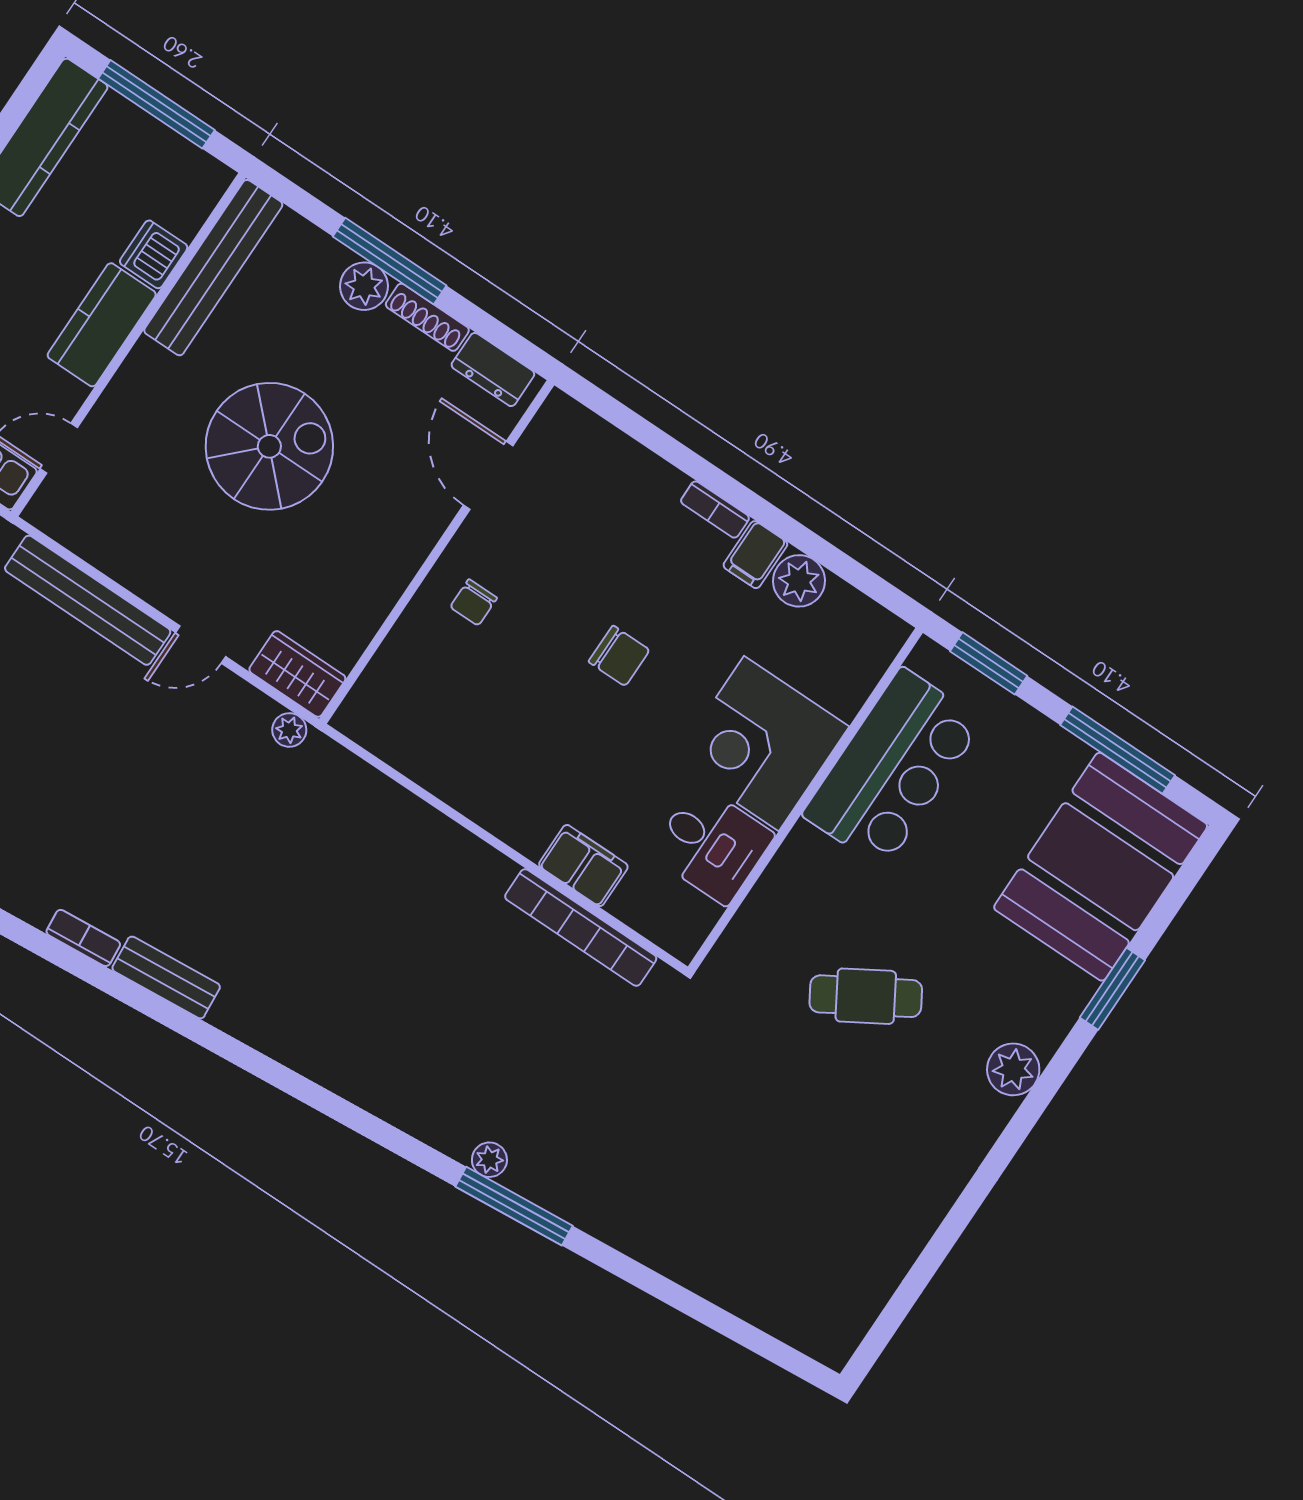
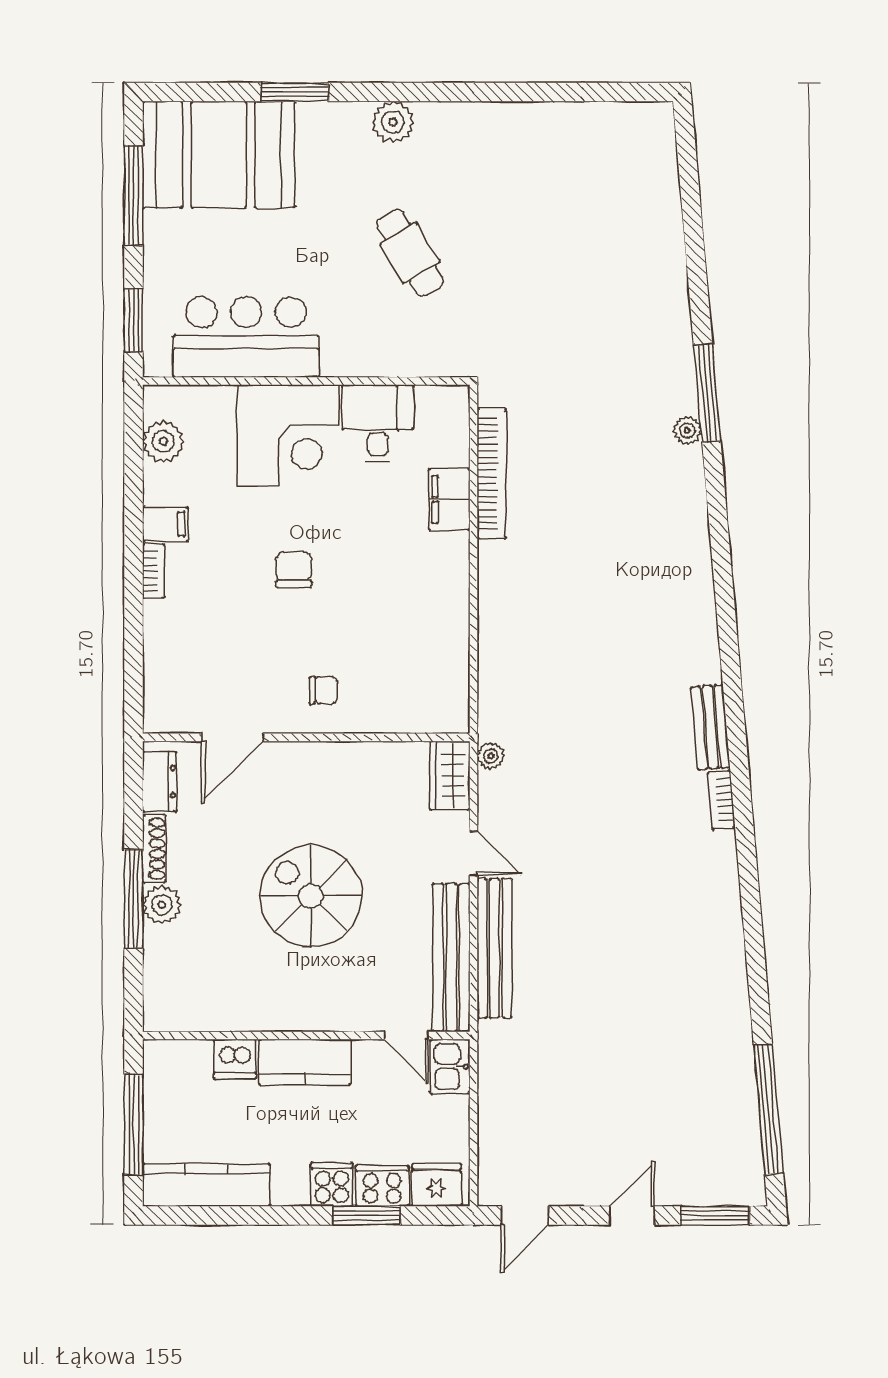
bench: (213, 268) -> (451, 958), moved, turned 90
plant: (799, 581) -> (163, 441), moved

